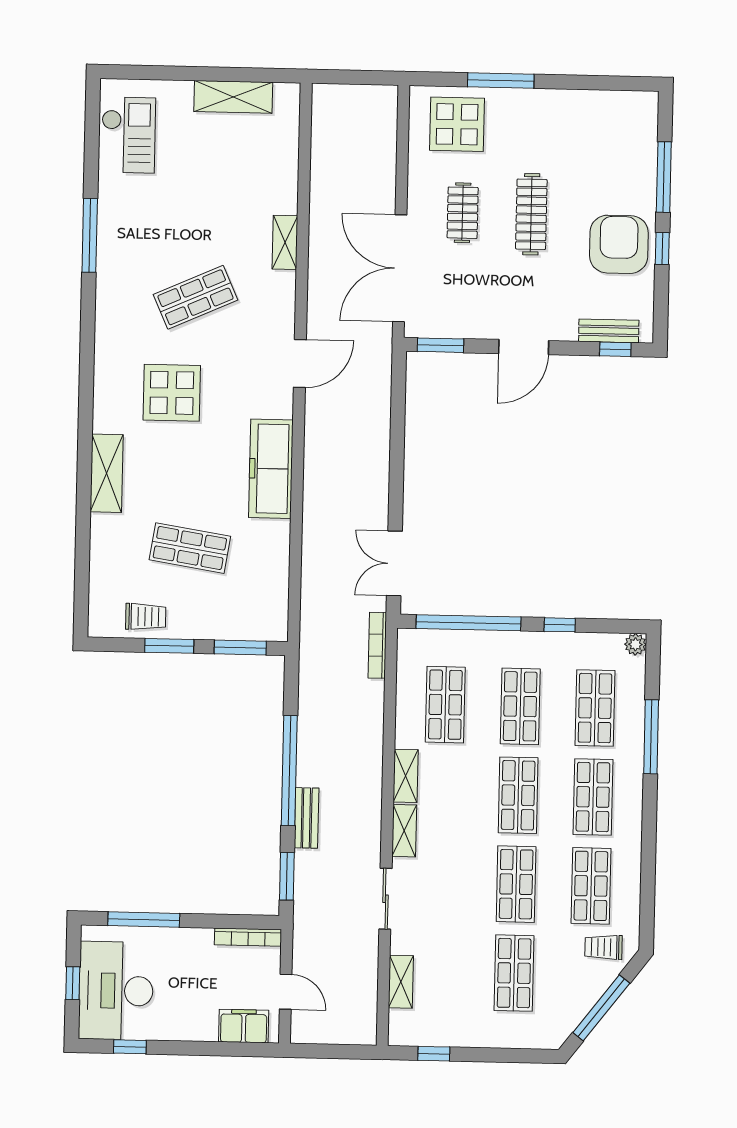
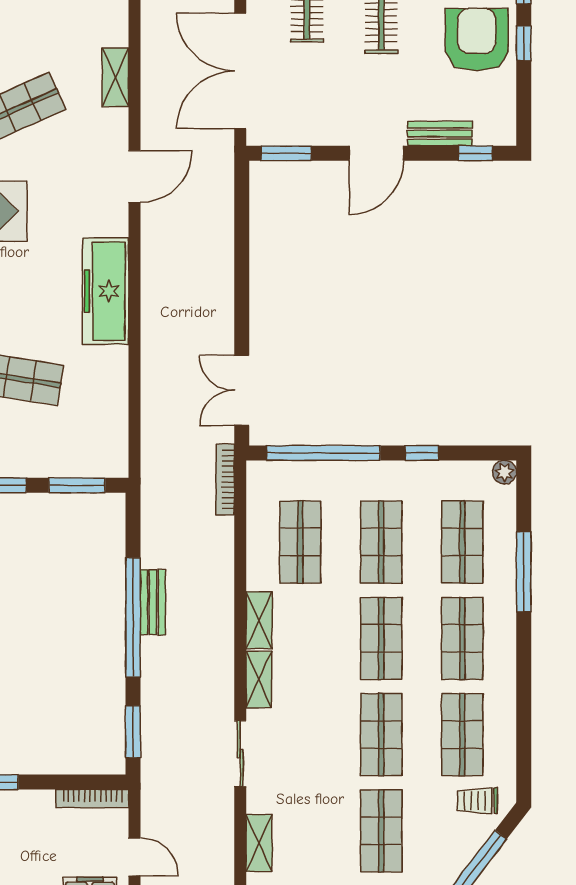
shelving: (285, 242) -> (115, 77), moved
bench: (609, 331) -> (440, 134), moved
bench: (307, 818) -> (153, 602), moved

